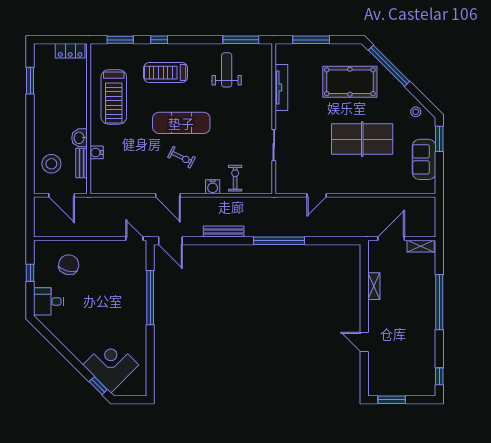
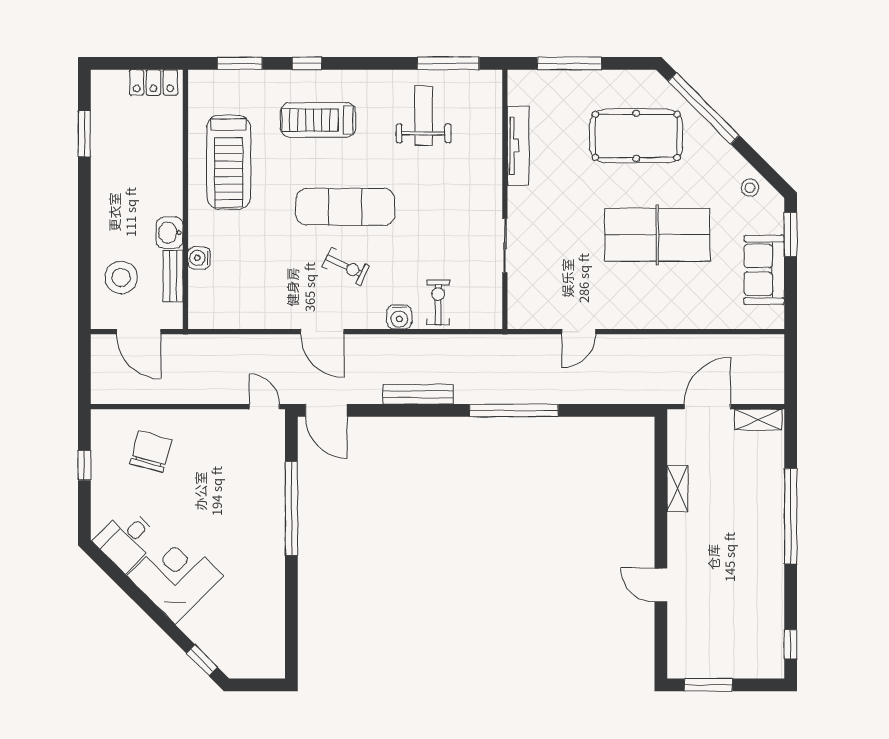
desk: (49, 301) -> (126, 540), moved, turned -45
corner desk: (111, 365) -> (175, 576), moved

